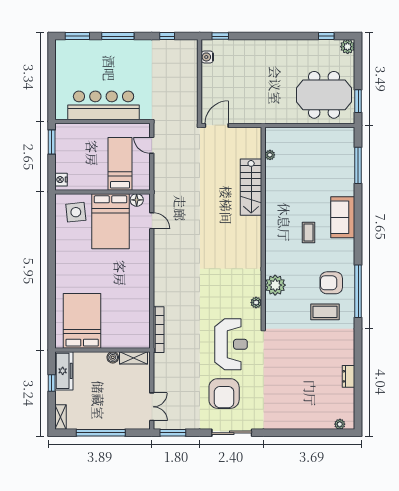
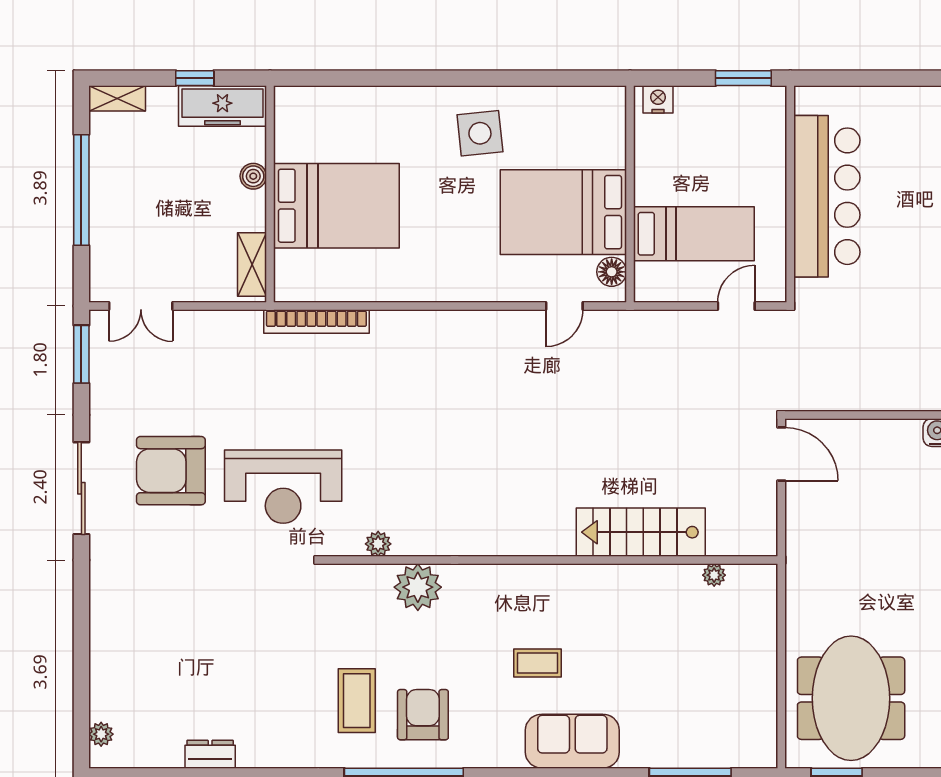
side table: (76, 212) -> (480, 133), moved
bed: (82, 321) -> (336, 206), moved
boiler: (113, 357) -> (253, 176), moved

